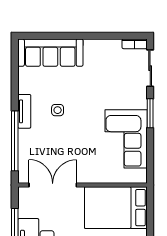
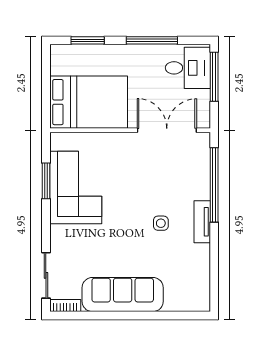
sofa: (50, 53) -> (123, 295), moved
window: (150, 113) -> (46, 181), moved
double door: (53, 185) -> (167, 130), swing flipped

